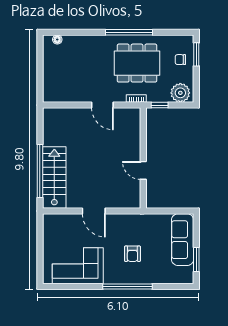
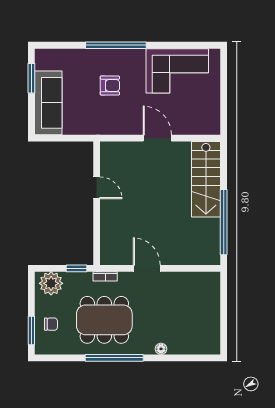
floor lamp: (57, 40) -> (161, 349), moved
window: (40, 171) -> (224, 222), moved
armchair: (132, 254) -> (110, 85), turned 90

